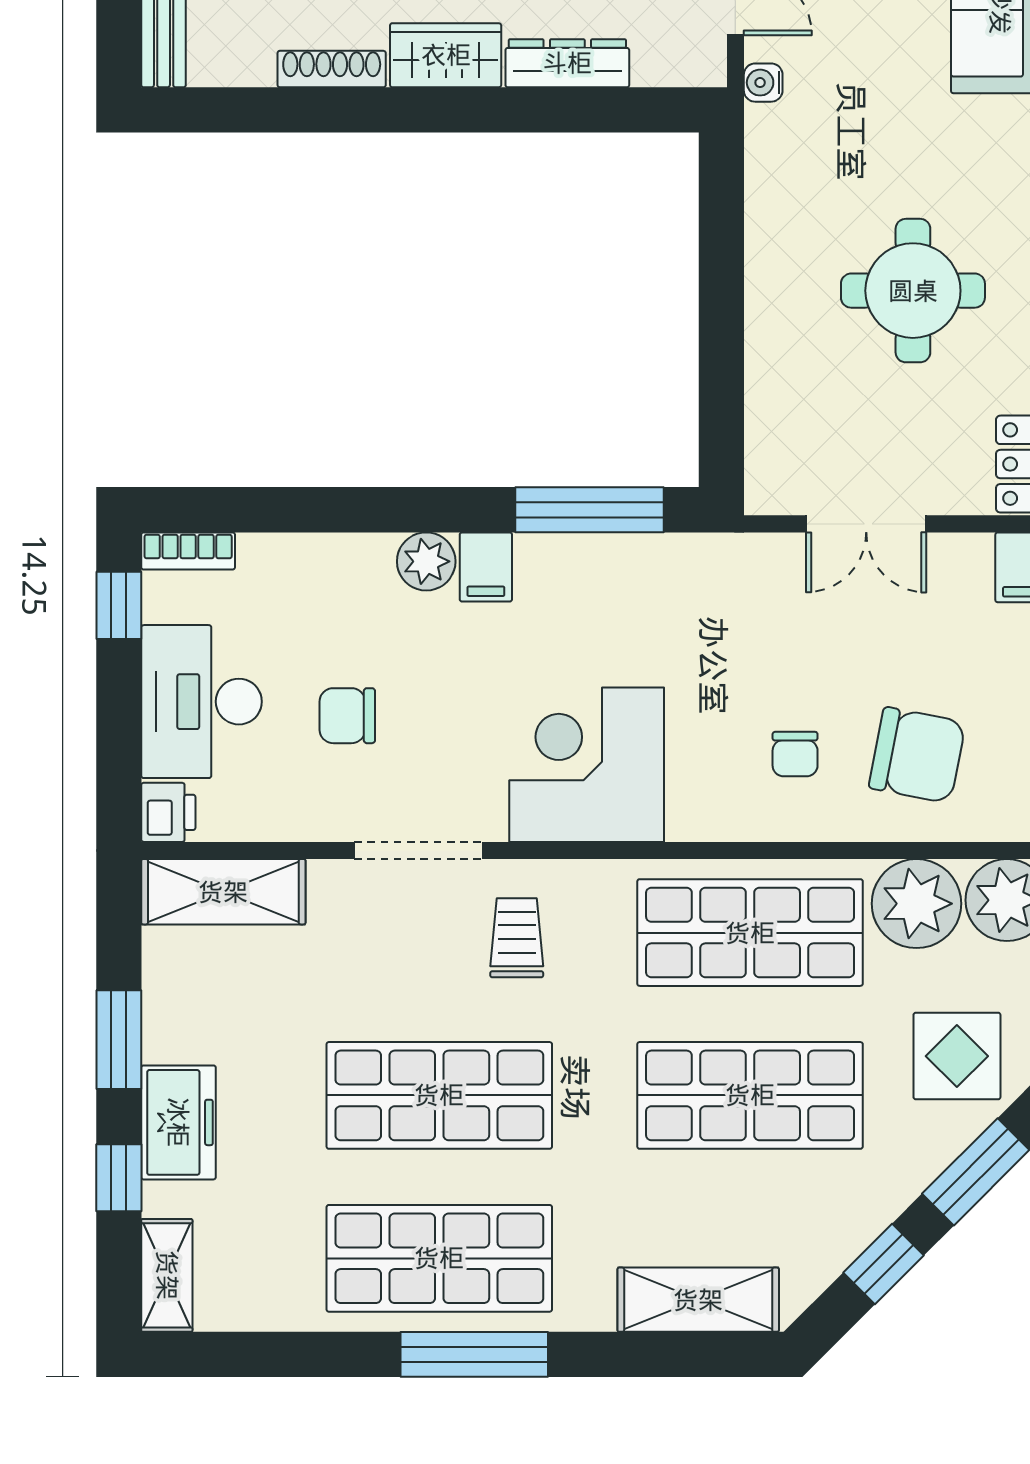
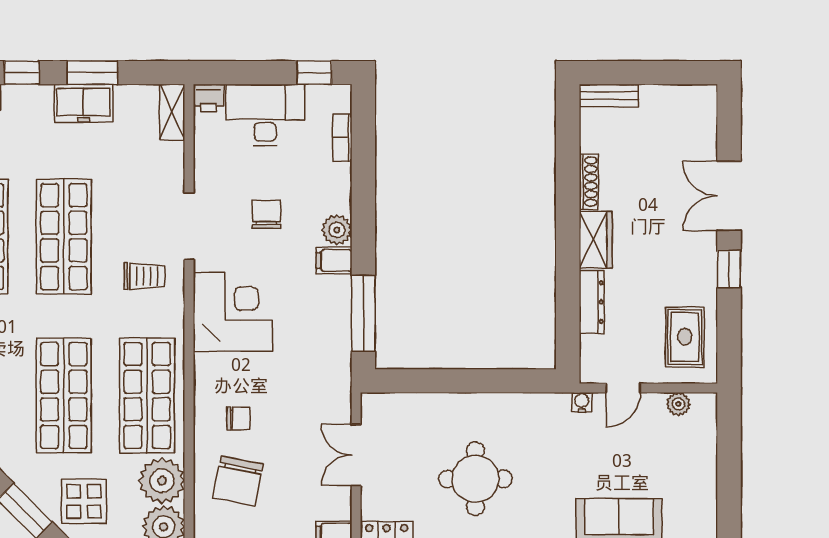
bookcase: (188, 551) -> (342, 138), moved
chair: (347, 716) -> (266, 214), moved
chair: (795, 754) -> (238, 419), turned 180
shelving: (223, 892) -> (172, 112), width x0.67, depth x0.75
freezer: (178, 1122) -> (83, 103), moved

